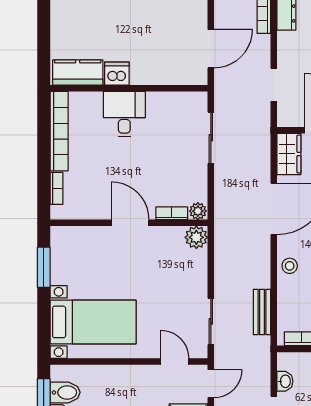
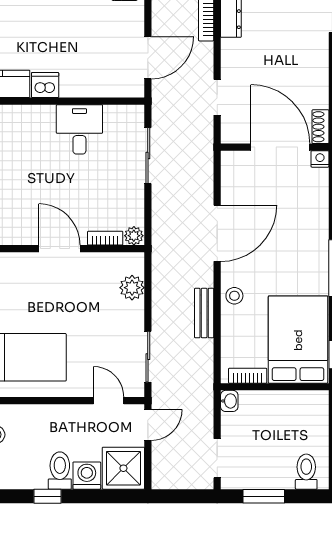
desk: (124, 114) -> (79, 129), moved
wardrobe: (289, 154) -> (234, 173), removed
plant: (196, 237) -> (132, 288), moved
bench: (262, 312) -> (204, 313), moved
washbasin: (285, 381) -> (229, 401), moved

